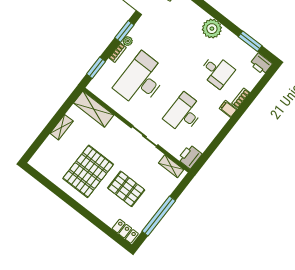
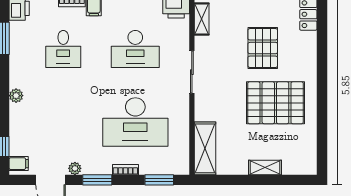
plant: (212, 29) -> (16, 96), width x0.53, depth x0.53
plant: (128, 41) -> (75, 168), moved
desk: (217, 71) -> (63, 49), turned 180
shelving: (62, 127) -> (265, 167), moved

